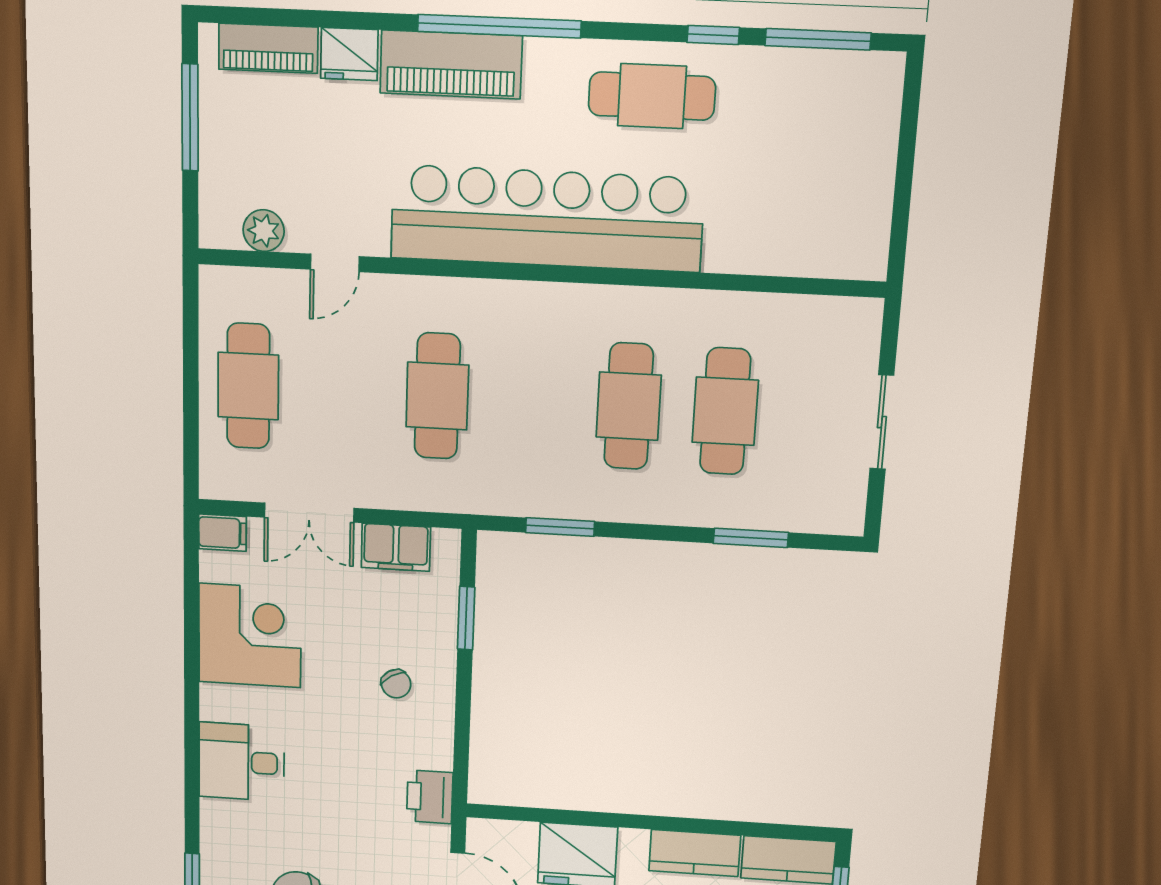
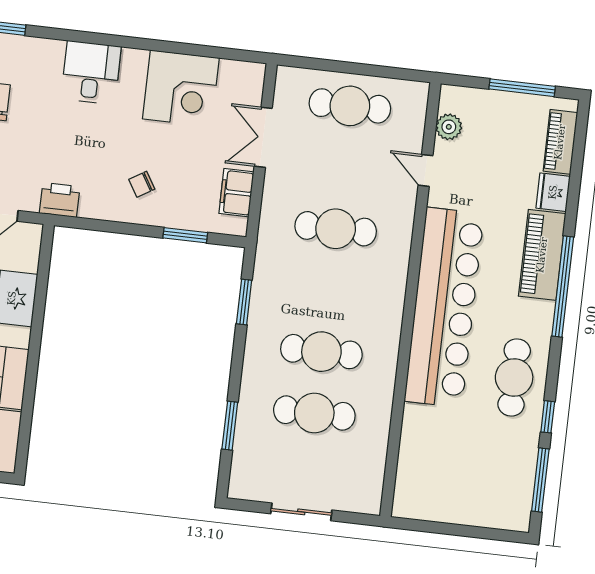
filing cabinet: (222, 533) -> (253, 78), removed

